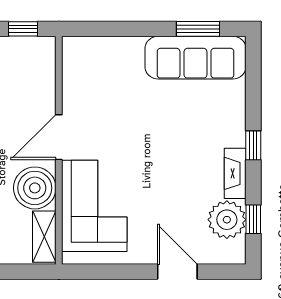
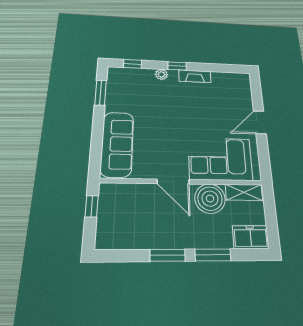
sofa: (195, 58) -> (117, 144), moved
window: (253, 219) -> (132, 64), moved
plant: (227, 220) -> (161, 74), moved, width x0.53, depth x0.53
door: (177, 272) -> (260, 122), moved

